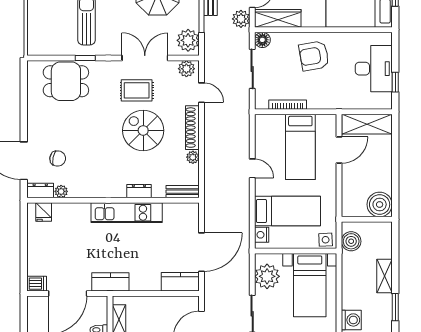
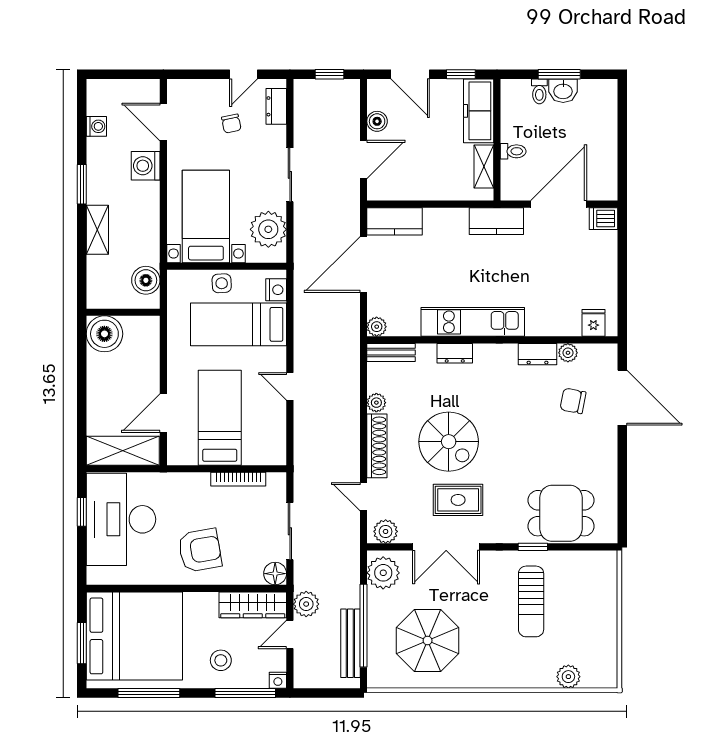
desk: (374, 69) -> (121, 519), width x1.36, depth x1.30
dresser: (40, 191) -> (538, 354), moved
plant: (193, 209) -> (377, 327), added
side table: (326, 240) -> (222, 283), moved

